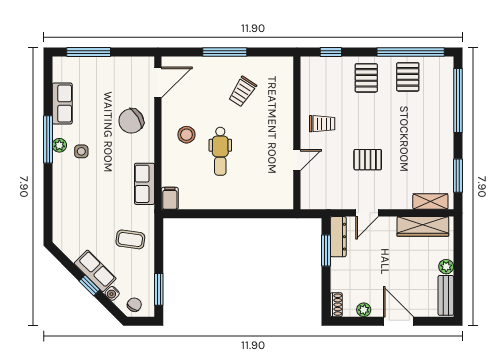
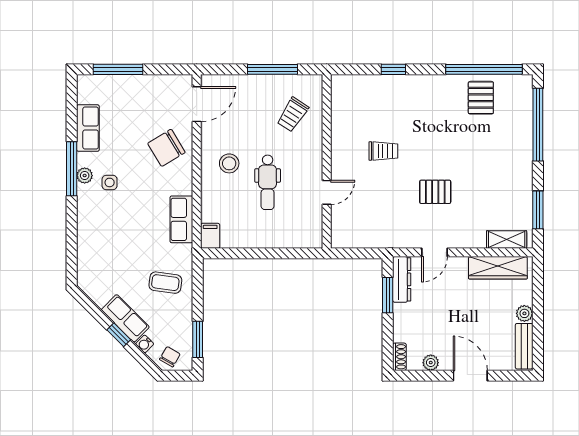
pallet: (366, 78) -> (433, 99), removed
wall: (297, 133) -> (327, 161), moved
door: (297, 160) -> (327, 192), moved

